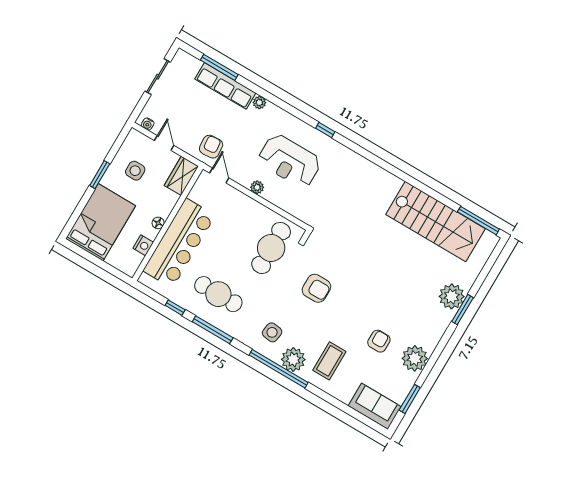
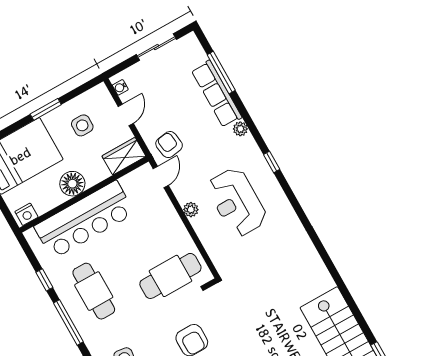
window: (325, 130) -> (272, 162), moved
armchair: (211, 147) -> (169, 145), turned -93
floor lamp: (158, 223) -> (72, 184), width x1.89, depth x1.89
nightstand: (143, 245) -> (26, 214), moved

